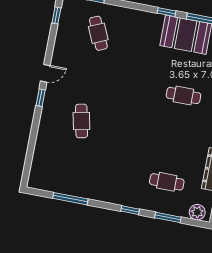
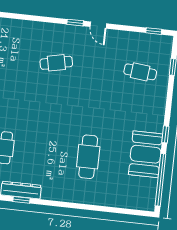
cafe table: (98, 33) -> (140, 72), turned 30
cafe table: (183, 95) -> (88, 157), width x1.37, depth x1.35

